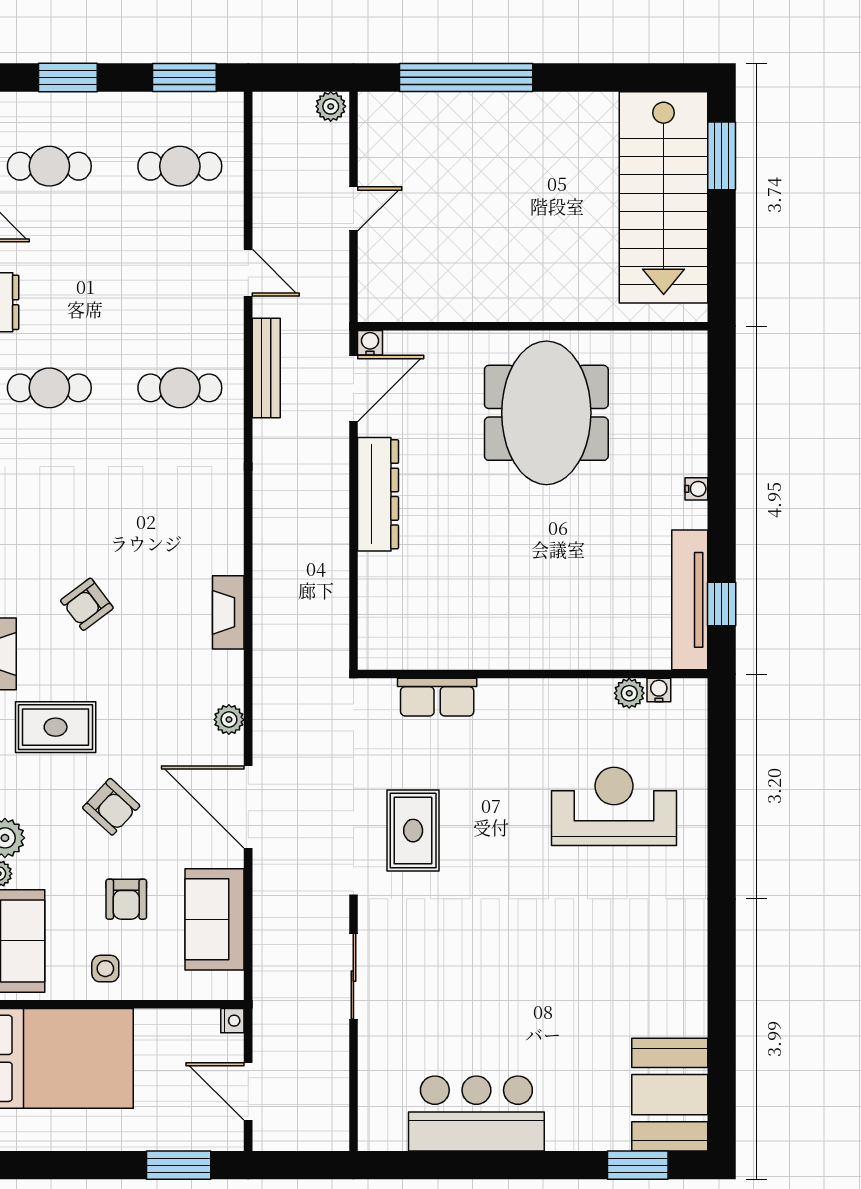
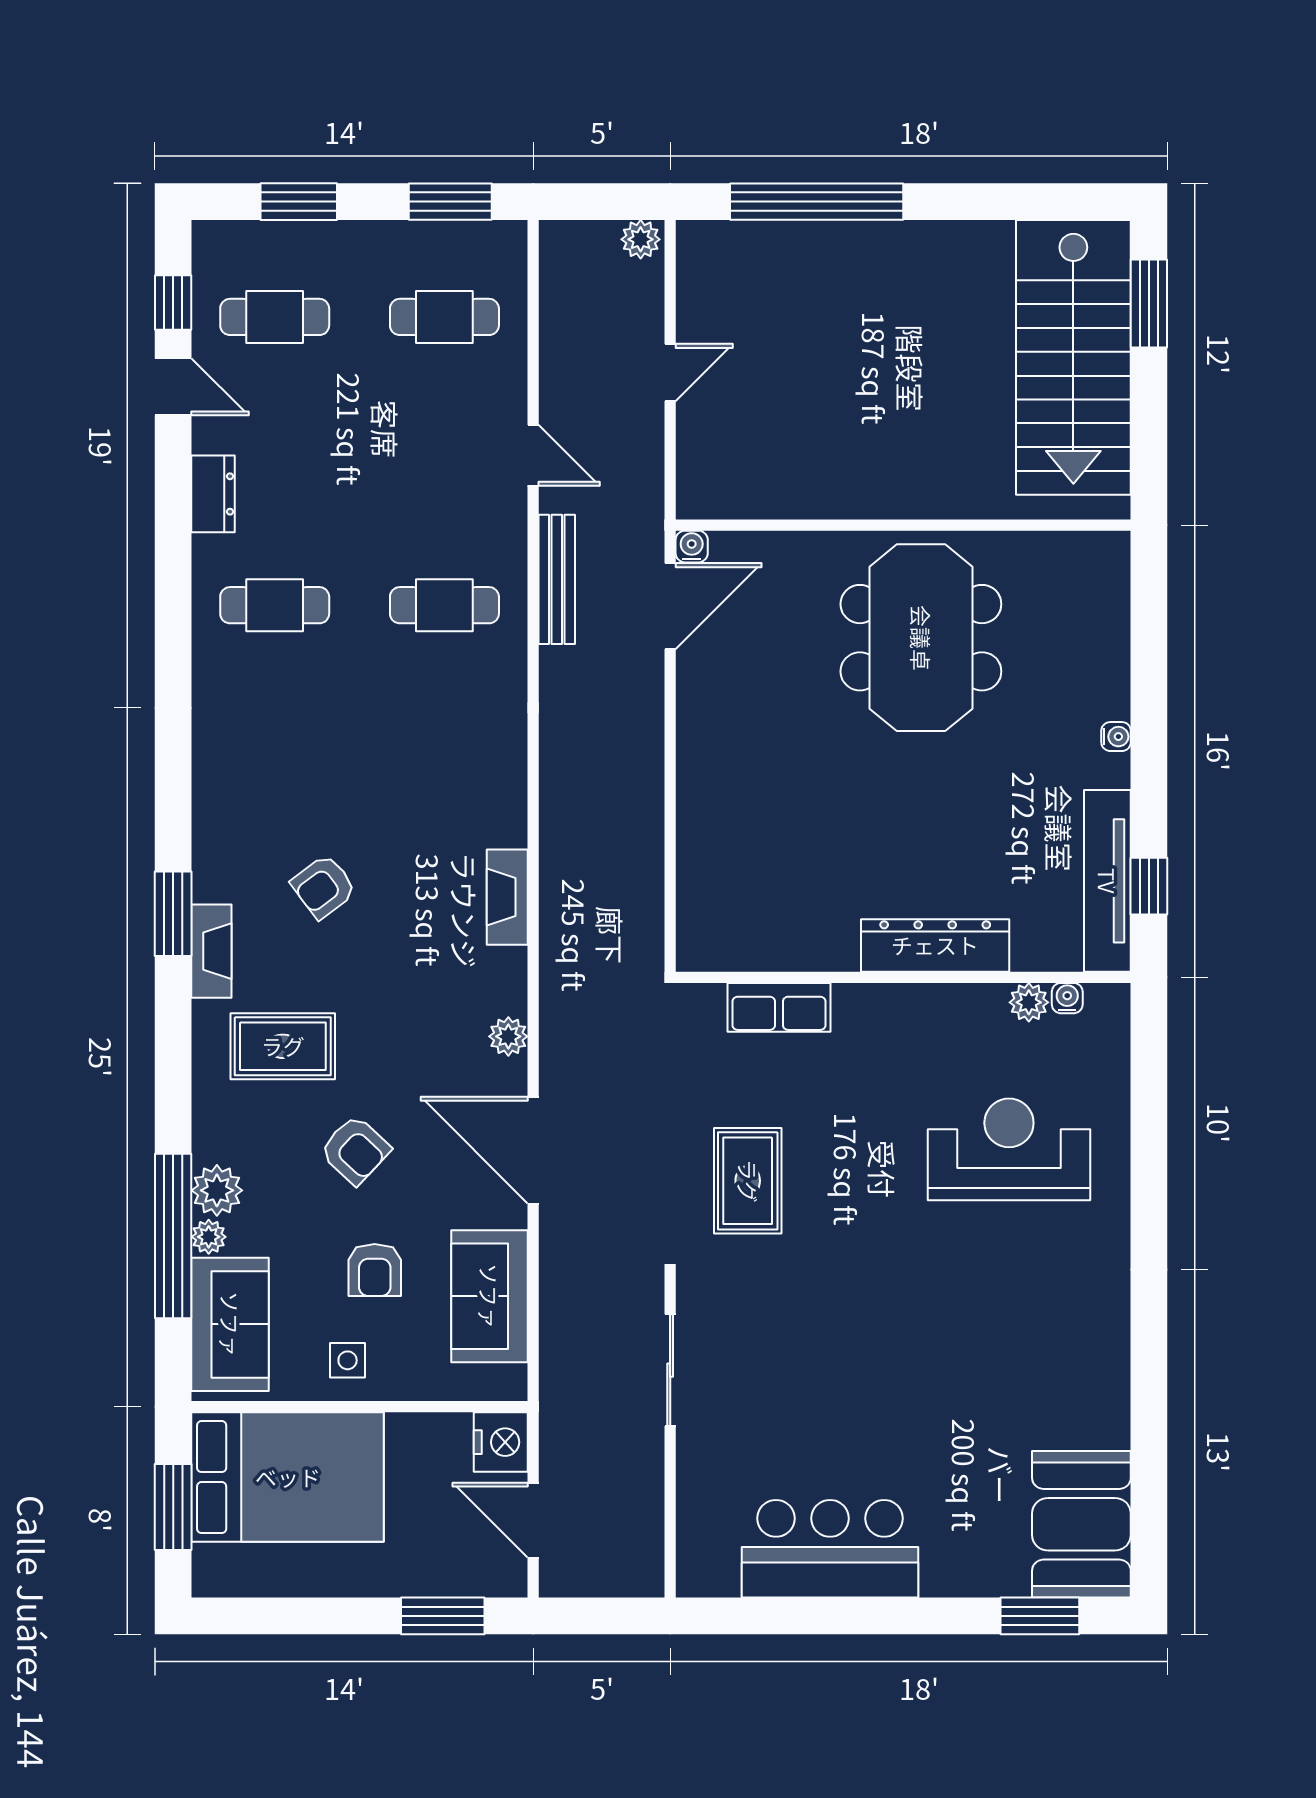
dresser: (378, 494) -> (935, 945), moved, turned -90
nightstand: (232, 1021) -> (501, 1442), width x1.89, depth x1.79

